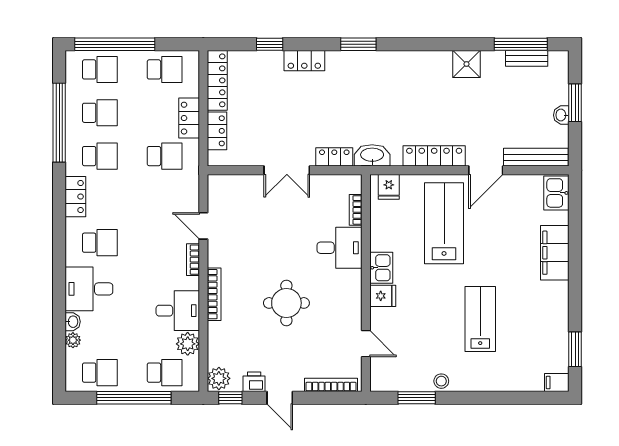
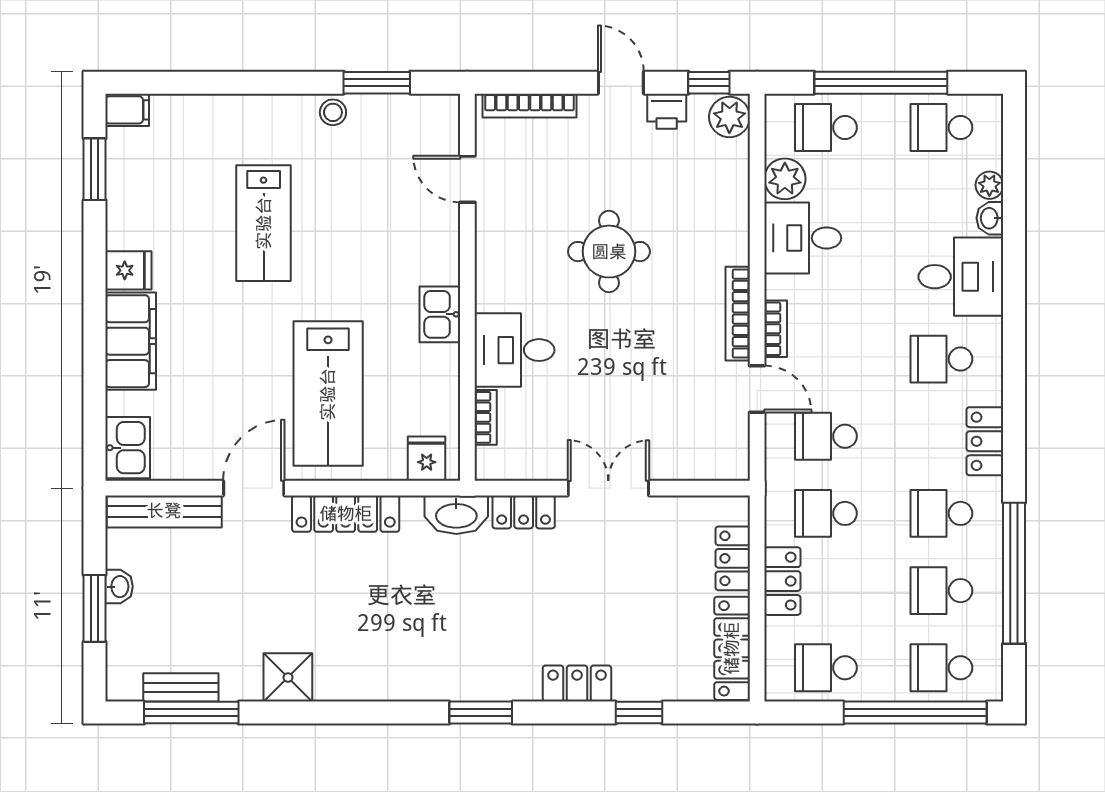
school desk: (165, 199) -> (826, 436), added
bookcase: (214, 294) -> (738, 314), moved
fridge: (383, 296) -> (128, 270), moved, turned 180

